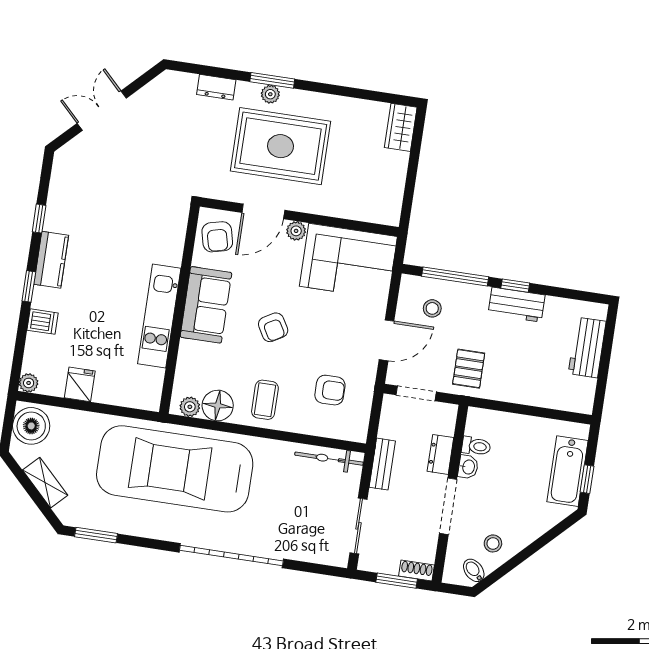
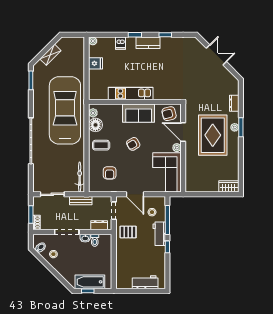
workbench: (517, 305) -> (159, 234), moved
boiler: (31, 426) -> (74, 45), removed
dresser: (440, 454) -> (99, 225), moved

